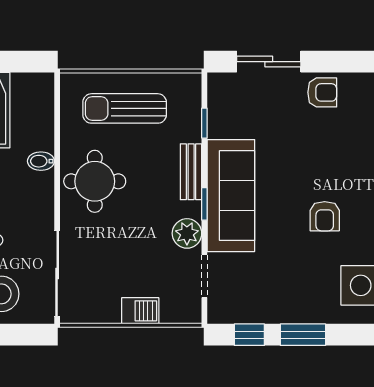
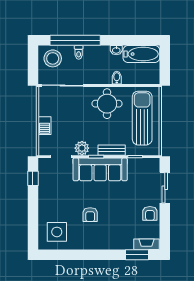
sun lounger: (125, 108) -> (142, 118), width x1.36, depth x1.34
armchair: (325, 216) -> (90, 215), turned -90
window: (303, 335) -> (33, 204), removed

